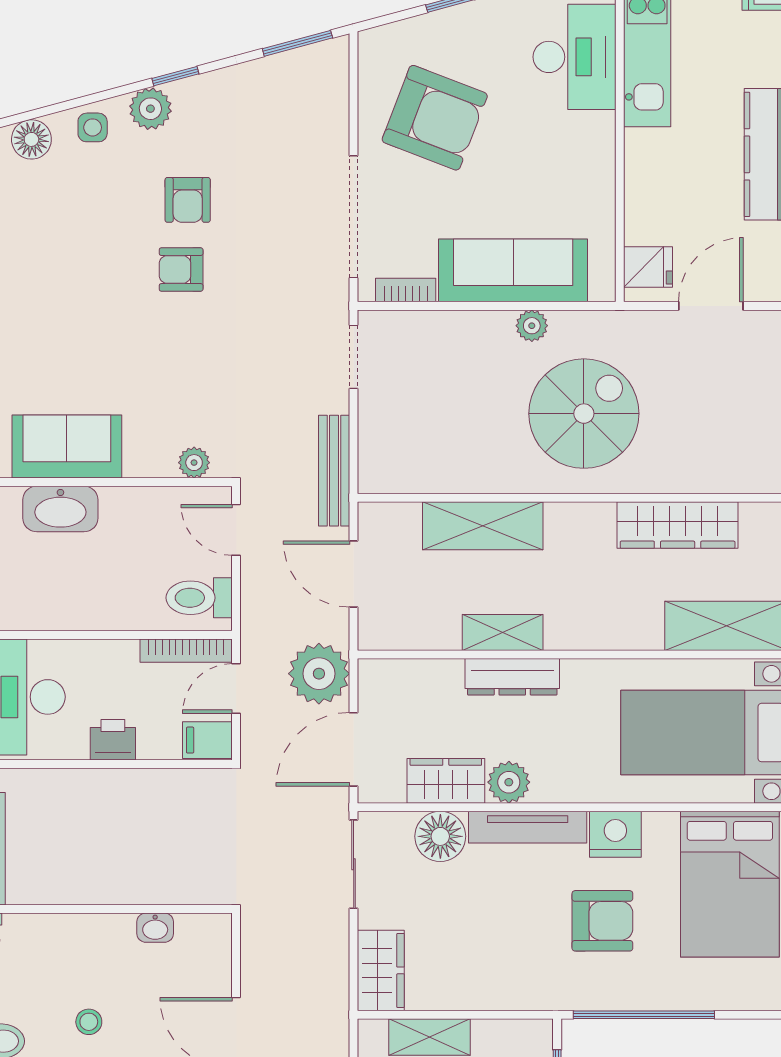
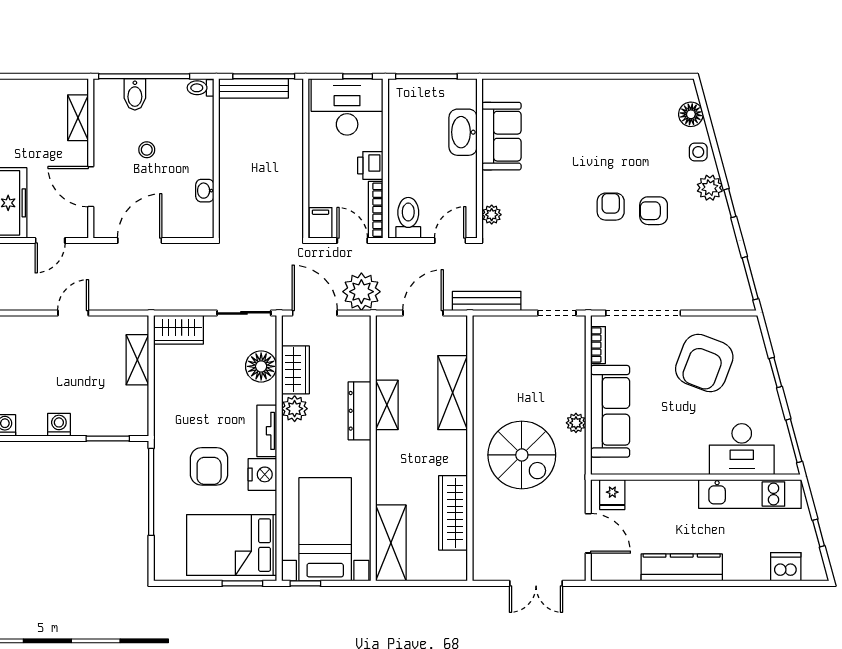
printer: (113, 740) -> (370, 165), moved, turned 180
tv unit: (528, 827) -> (267, 431), width x0.71

